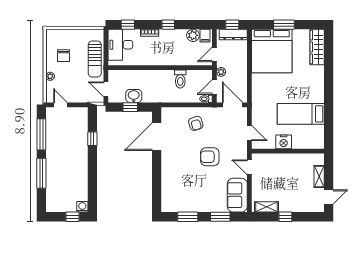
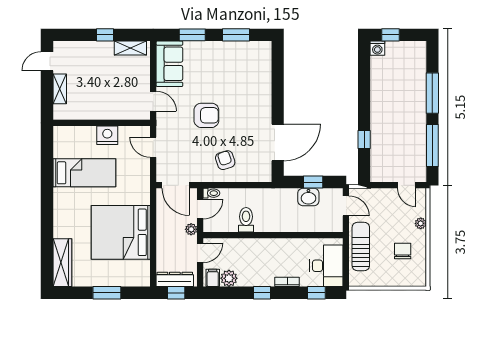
bed: (272, 51) -> (121, 232), moved, turned -90

